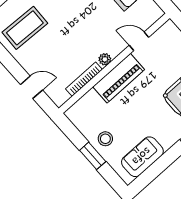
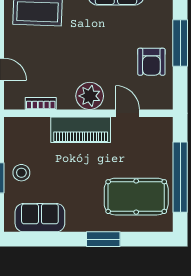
plant: (105, 59) -> (90, 96), width x1.88, depth x1.88
bookcase: (84, 79) -> (41, 104), width x0.64

